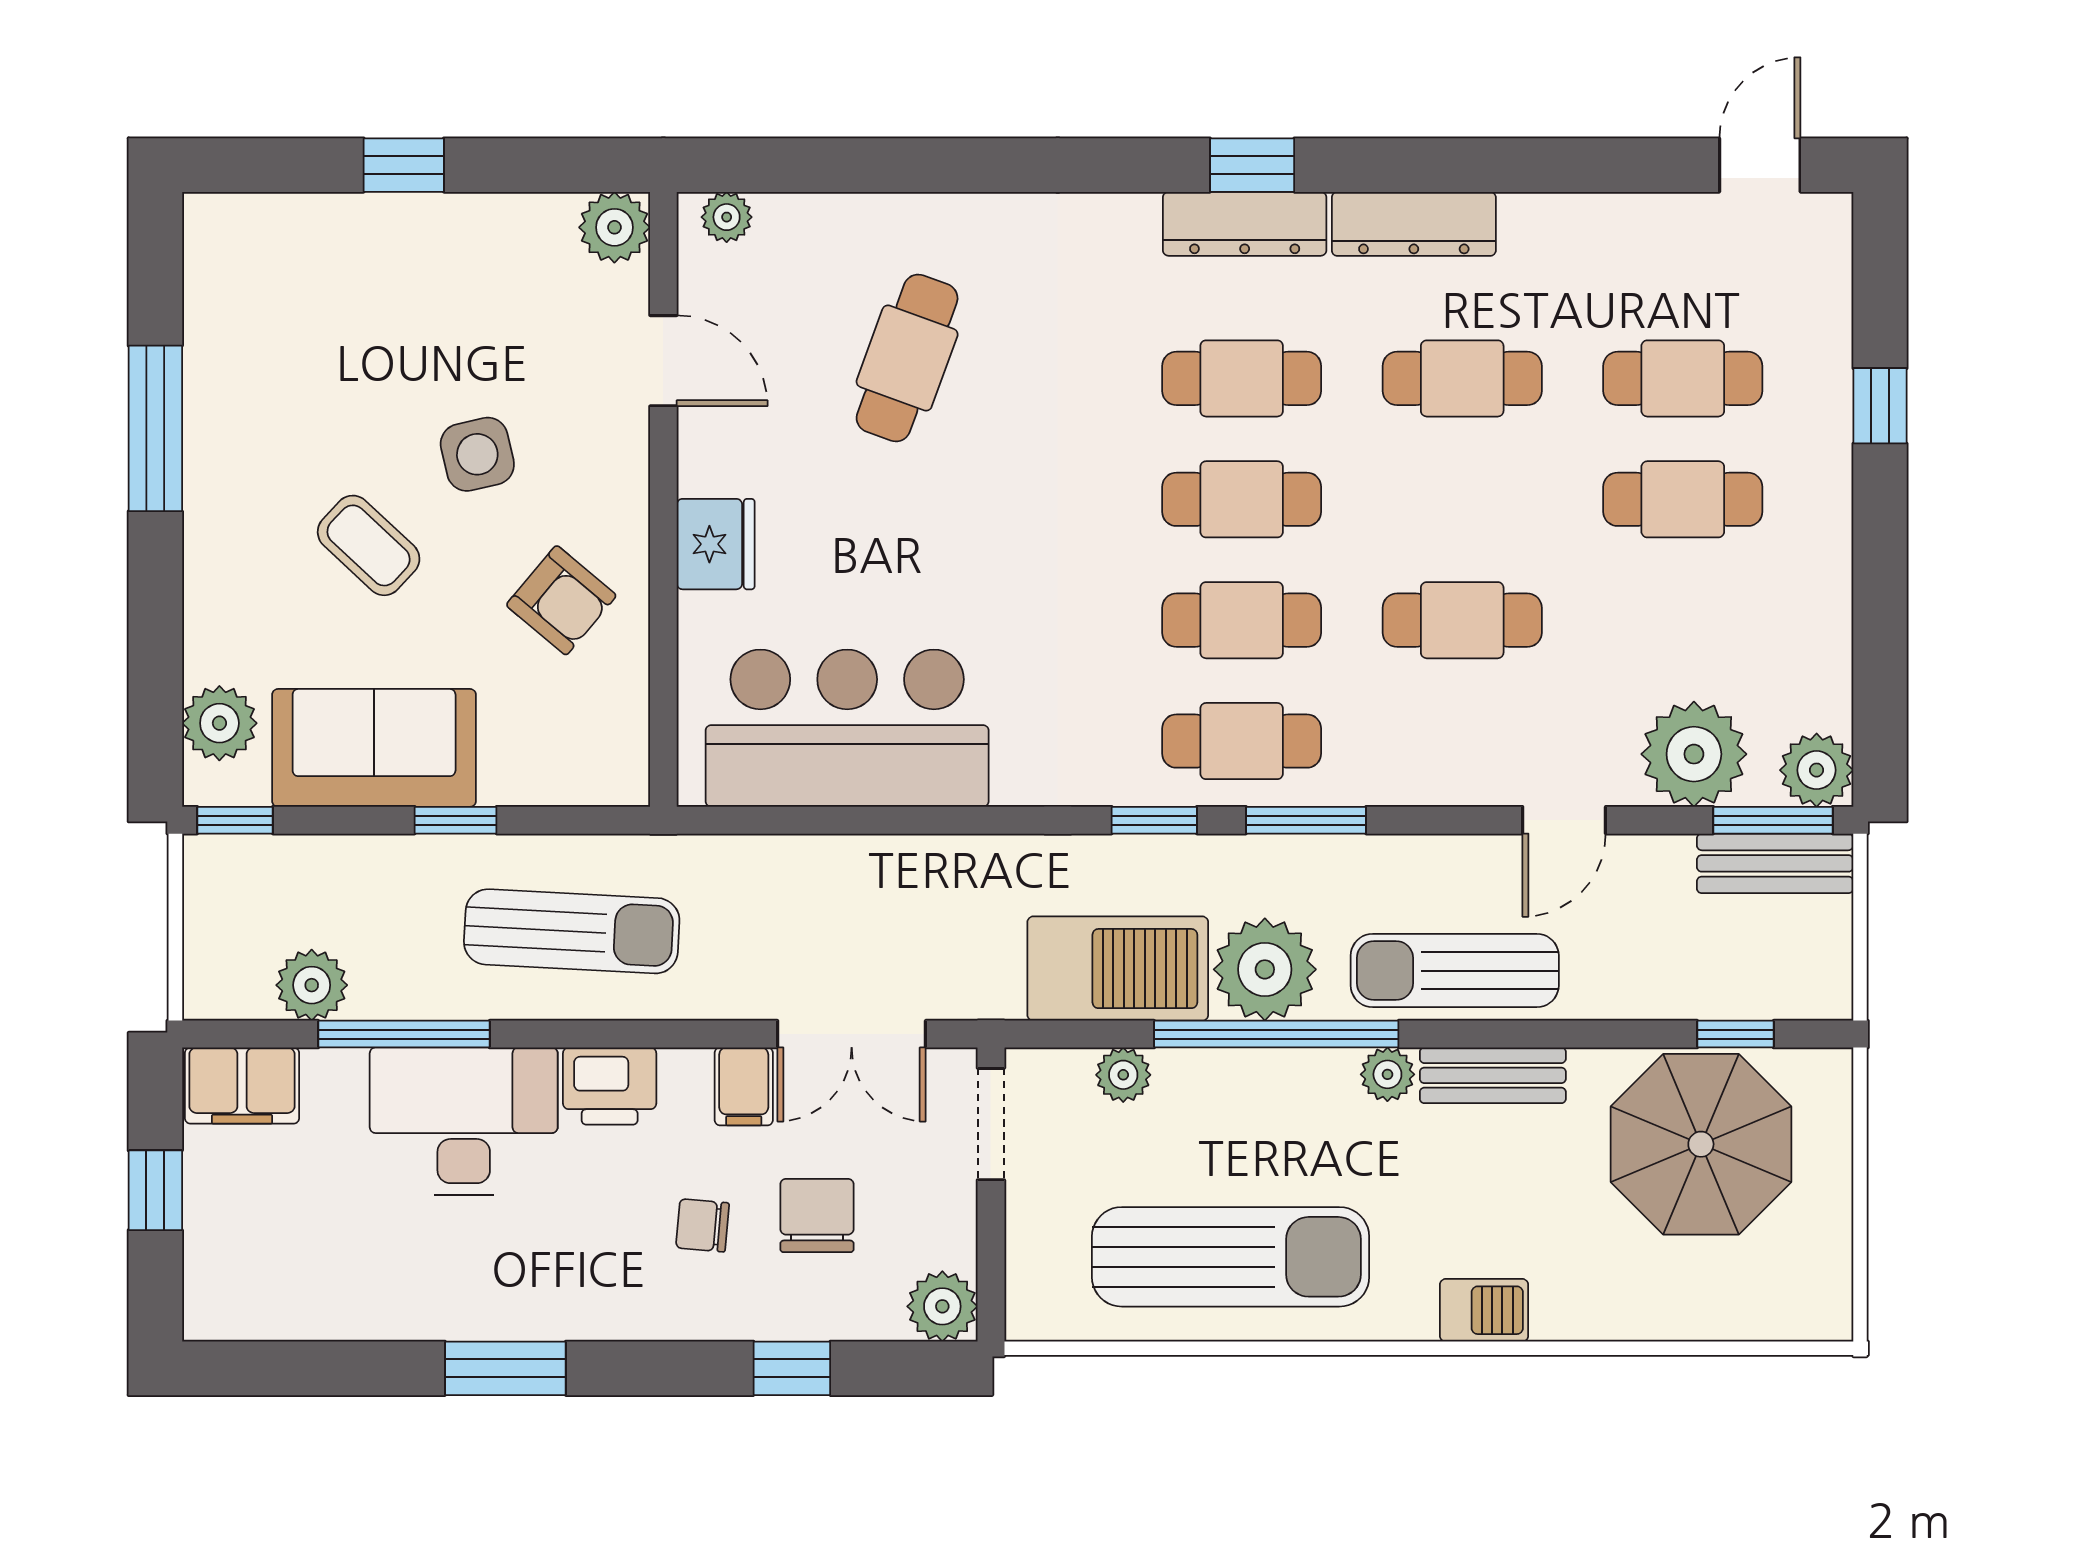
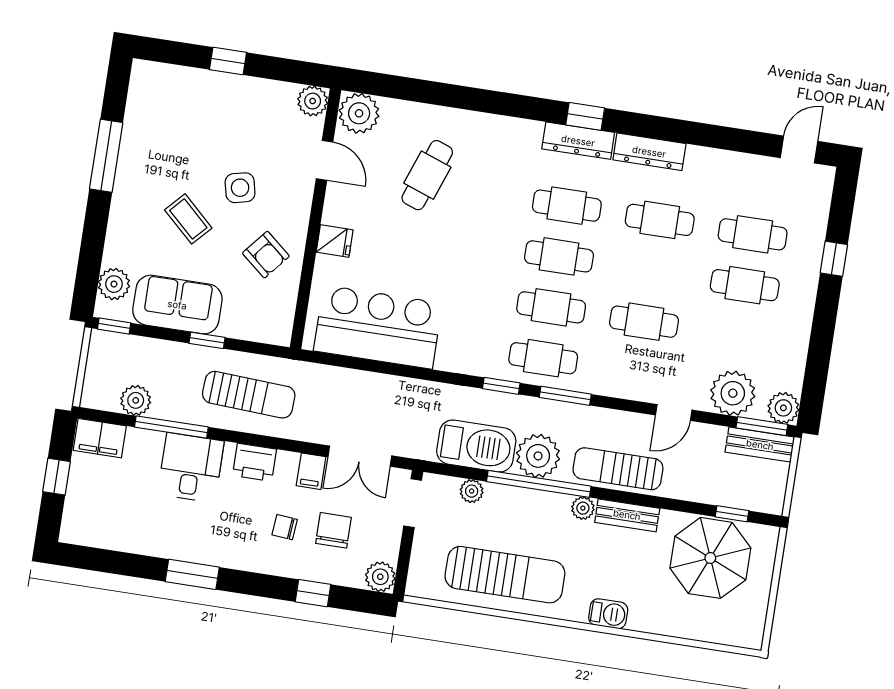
plant: (727, 217) -> (359, 113), width x1.88, depth x1.88
fridge: (716, 544) -> (335, 241), width x0.72
desk: (464, 1121) -> (191, 468), width x0.73

